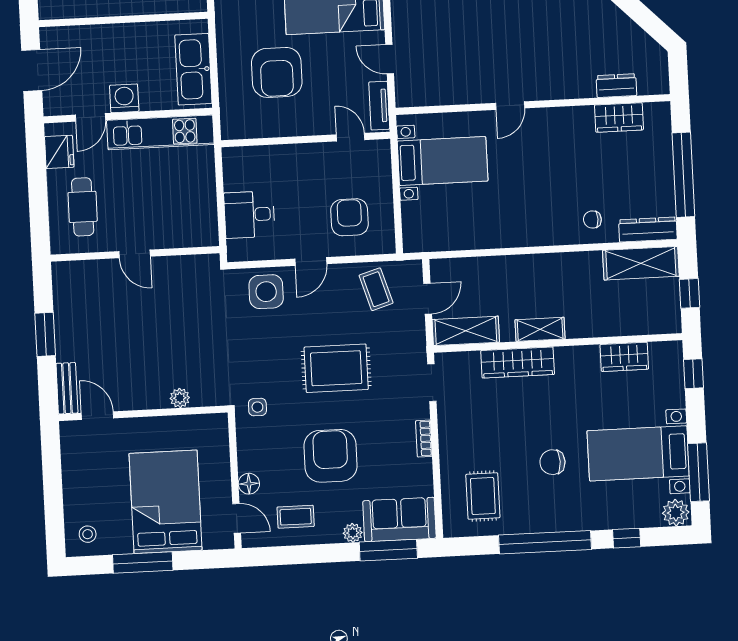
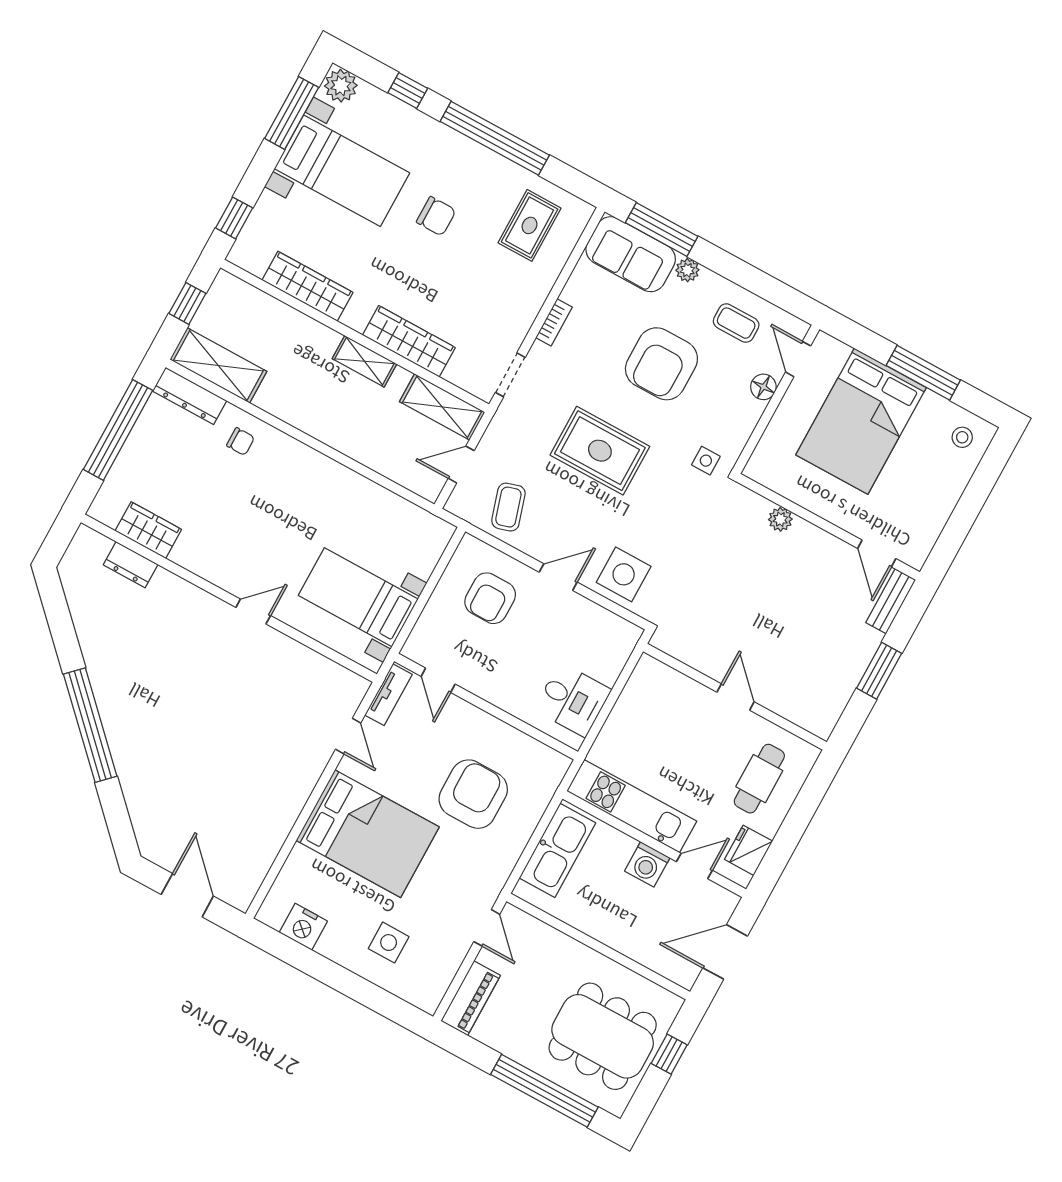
desk: (249, 215) -> (573, 700), moved
wardrobe: (624, 357) -> (307, 286), width x1.50

